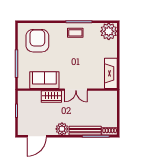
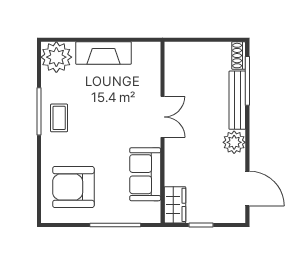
fireplace: (111, 73) -> (103, 53), moved
wardrobe: (51, 96) -> (175, 205), moved

